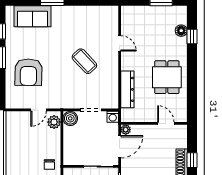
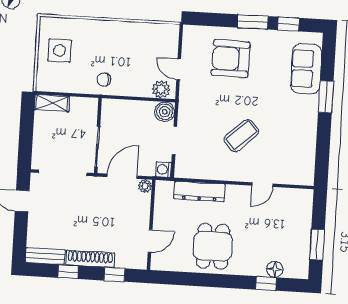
dining table: (167, 77) -> (213, 246), turned 90
door: (120, 147) -> (122, 176), swing flipped
window: (192, 160) -> (114, 274), moved

